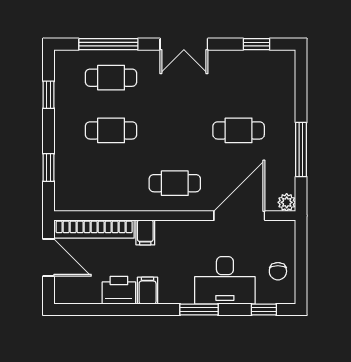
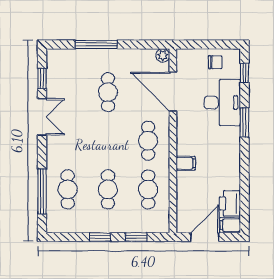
double door: (184, 44) -> (42, 117), moved
window: (49, 95) -> (100, 237), moved
window: (301, 150) -> (96, 45), moved
cafe table: (111, 183) -> (148, 189), added
bookcase: (94, 229) -> (183, 202), removed
printer: (119, 290) -> (230, 203), moved
filing cabinet: (148, 291) -> (230, 225), moved

